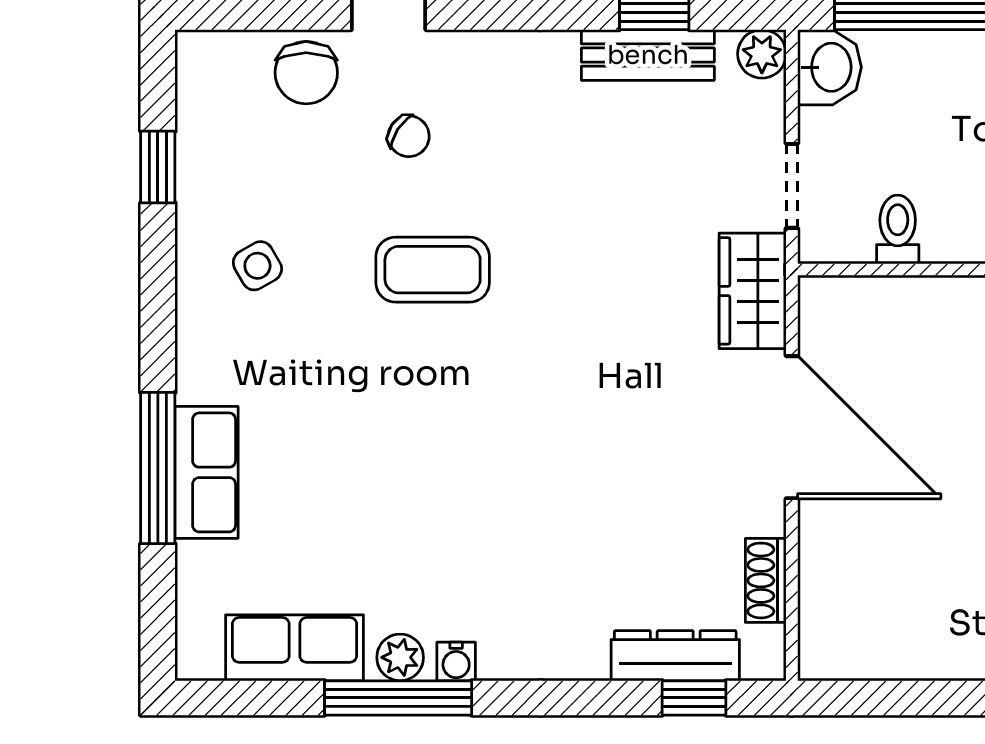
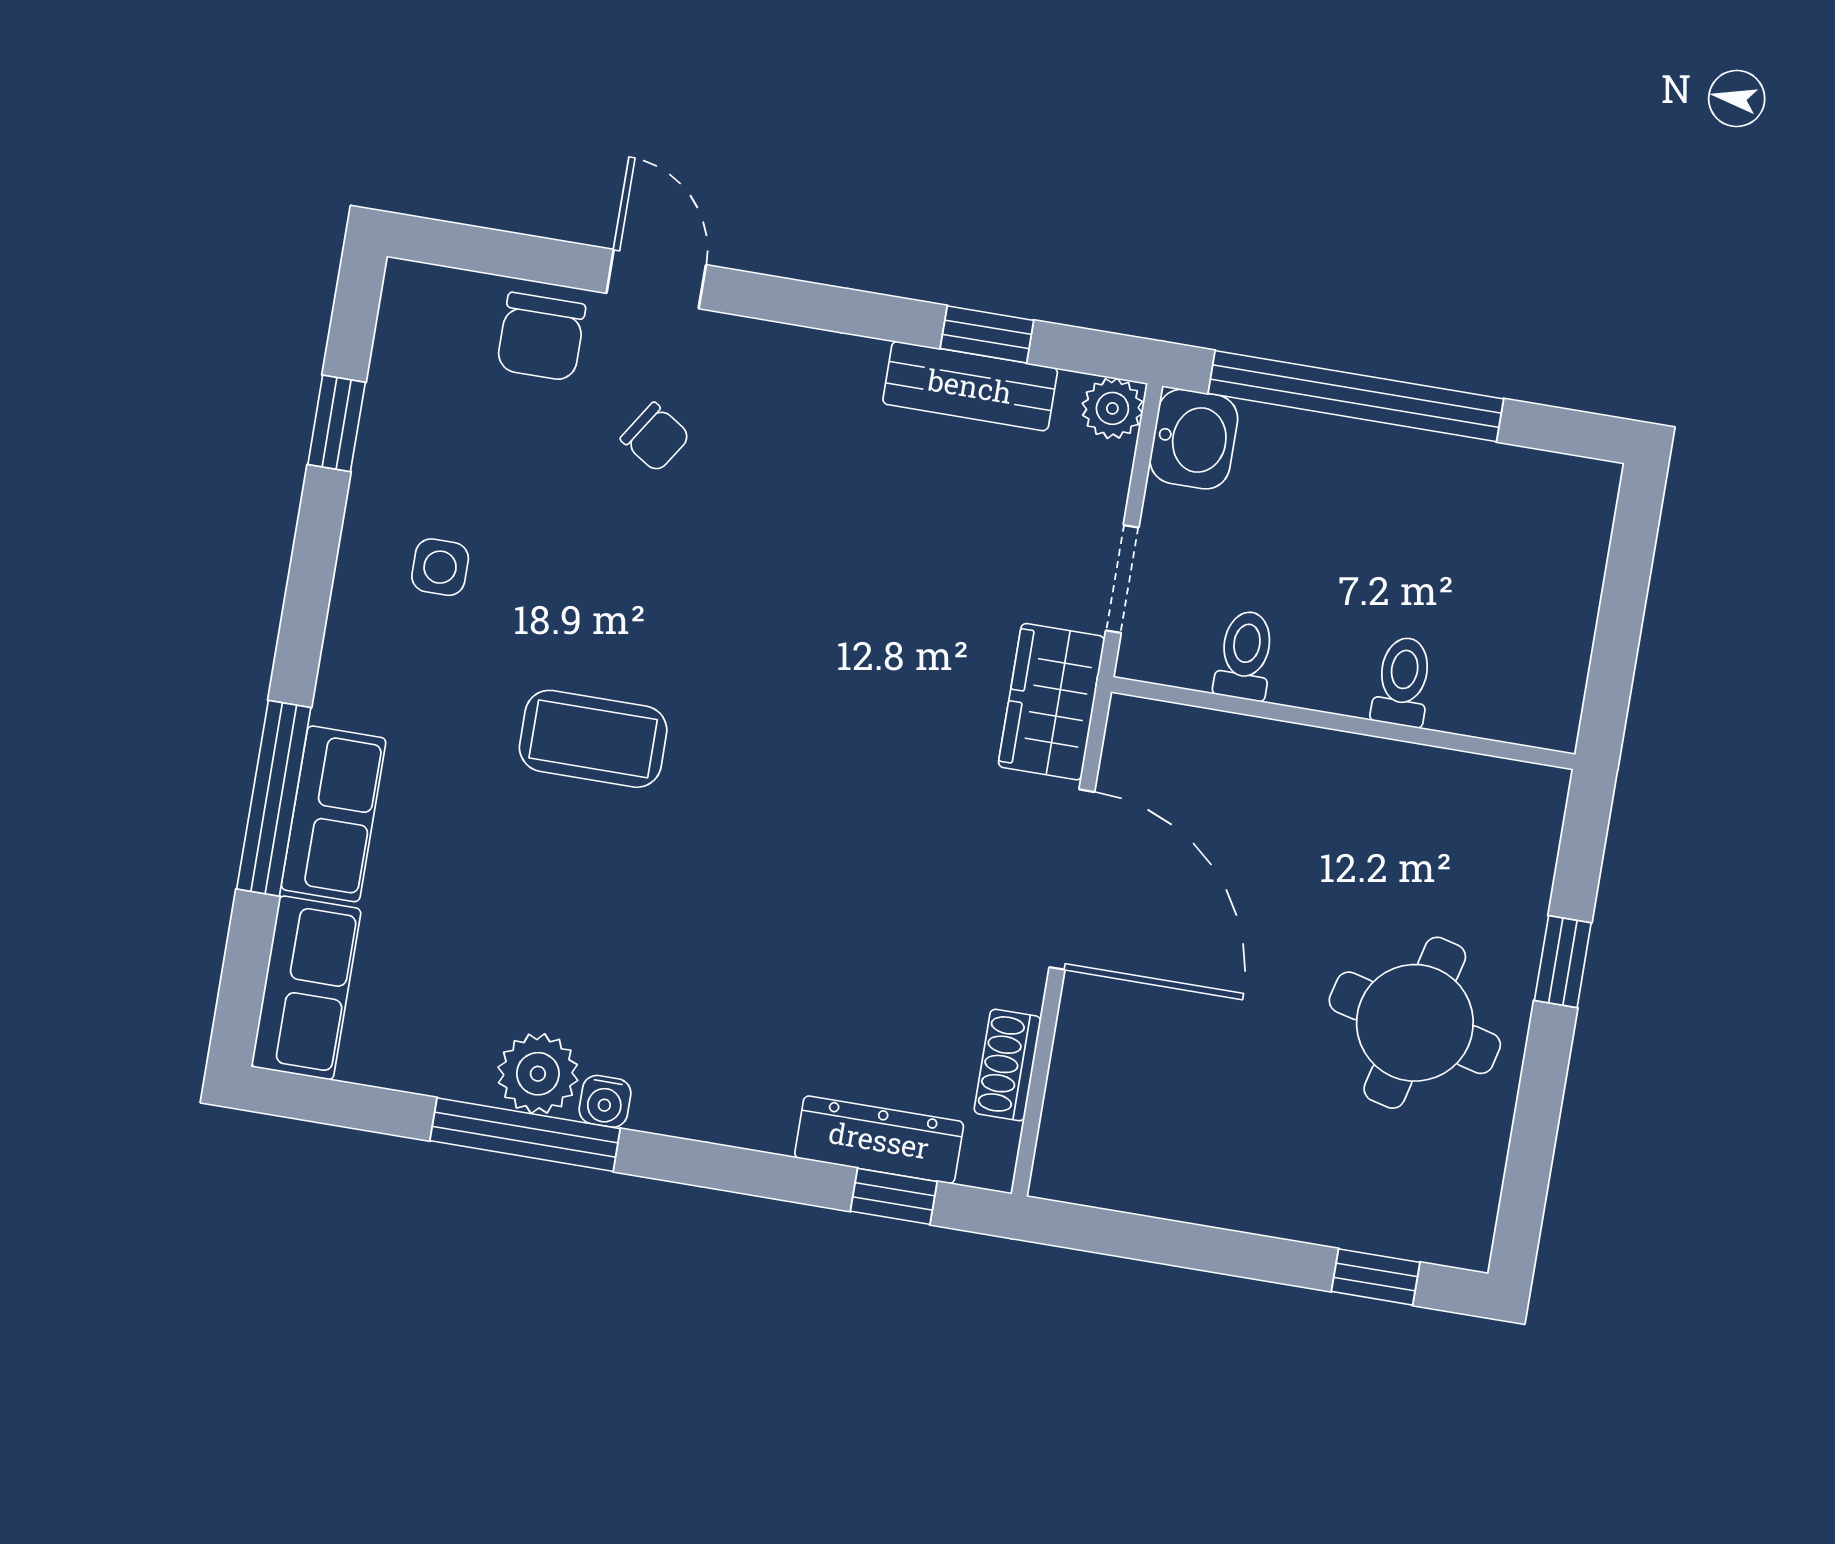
side table: (257, 266) -> (440, 567), turned 30
coffee table: (433, 270) -> (593, 739), moved
row of seats: (295, 648) -> (306, 988), moved, turned 90
plant: (400, 657) -> (538, 1074), width x1.38, depth x1.38

